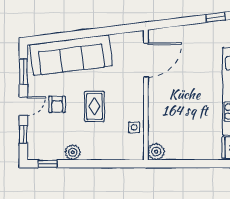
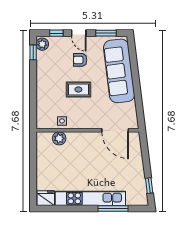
plant: (73, 152) -> (42, 44), moved
plant: (156, 152) -> (59, 138), moved

